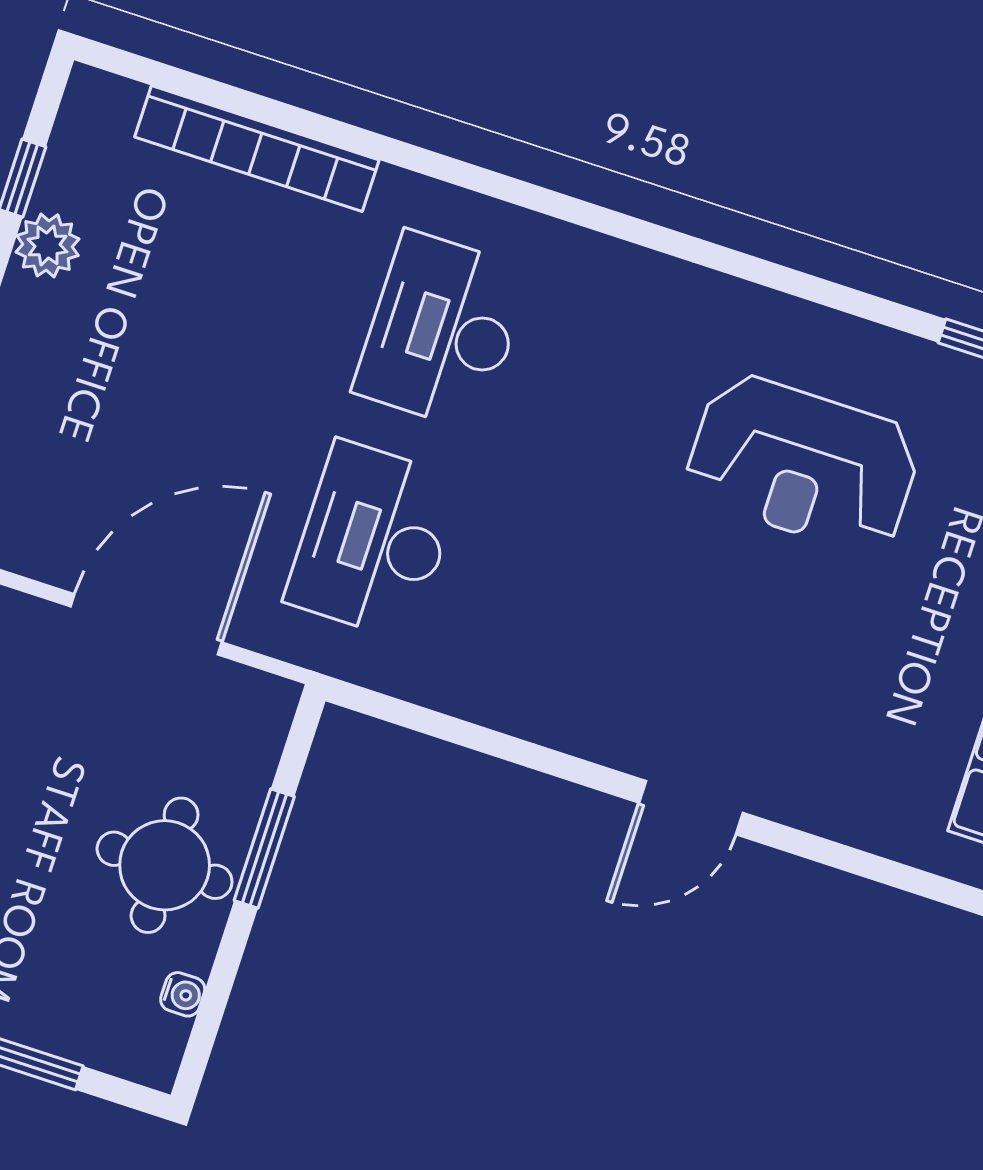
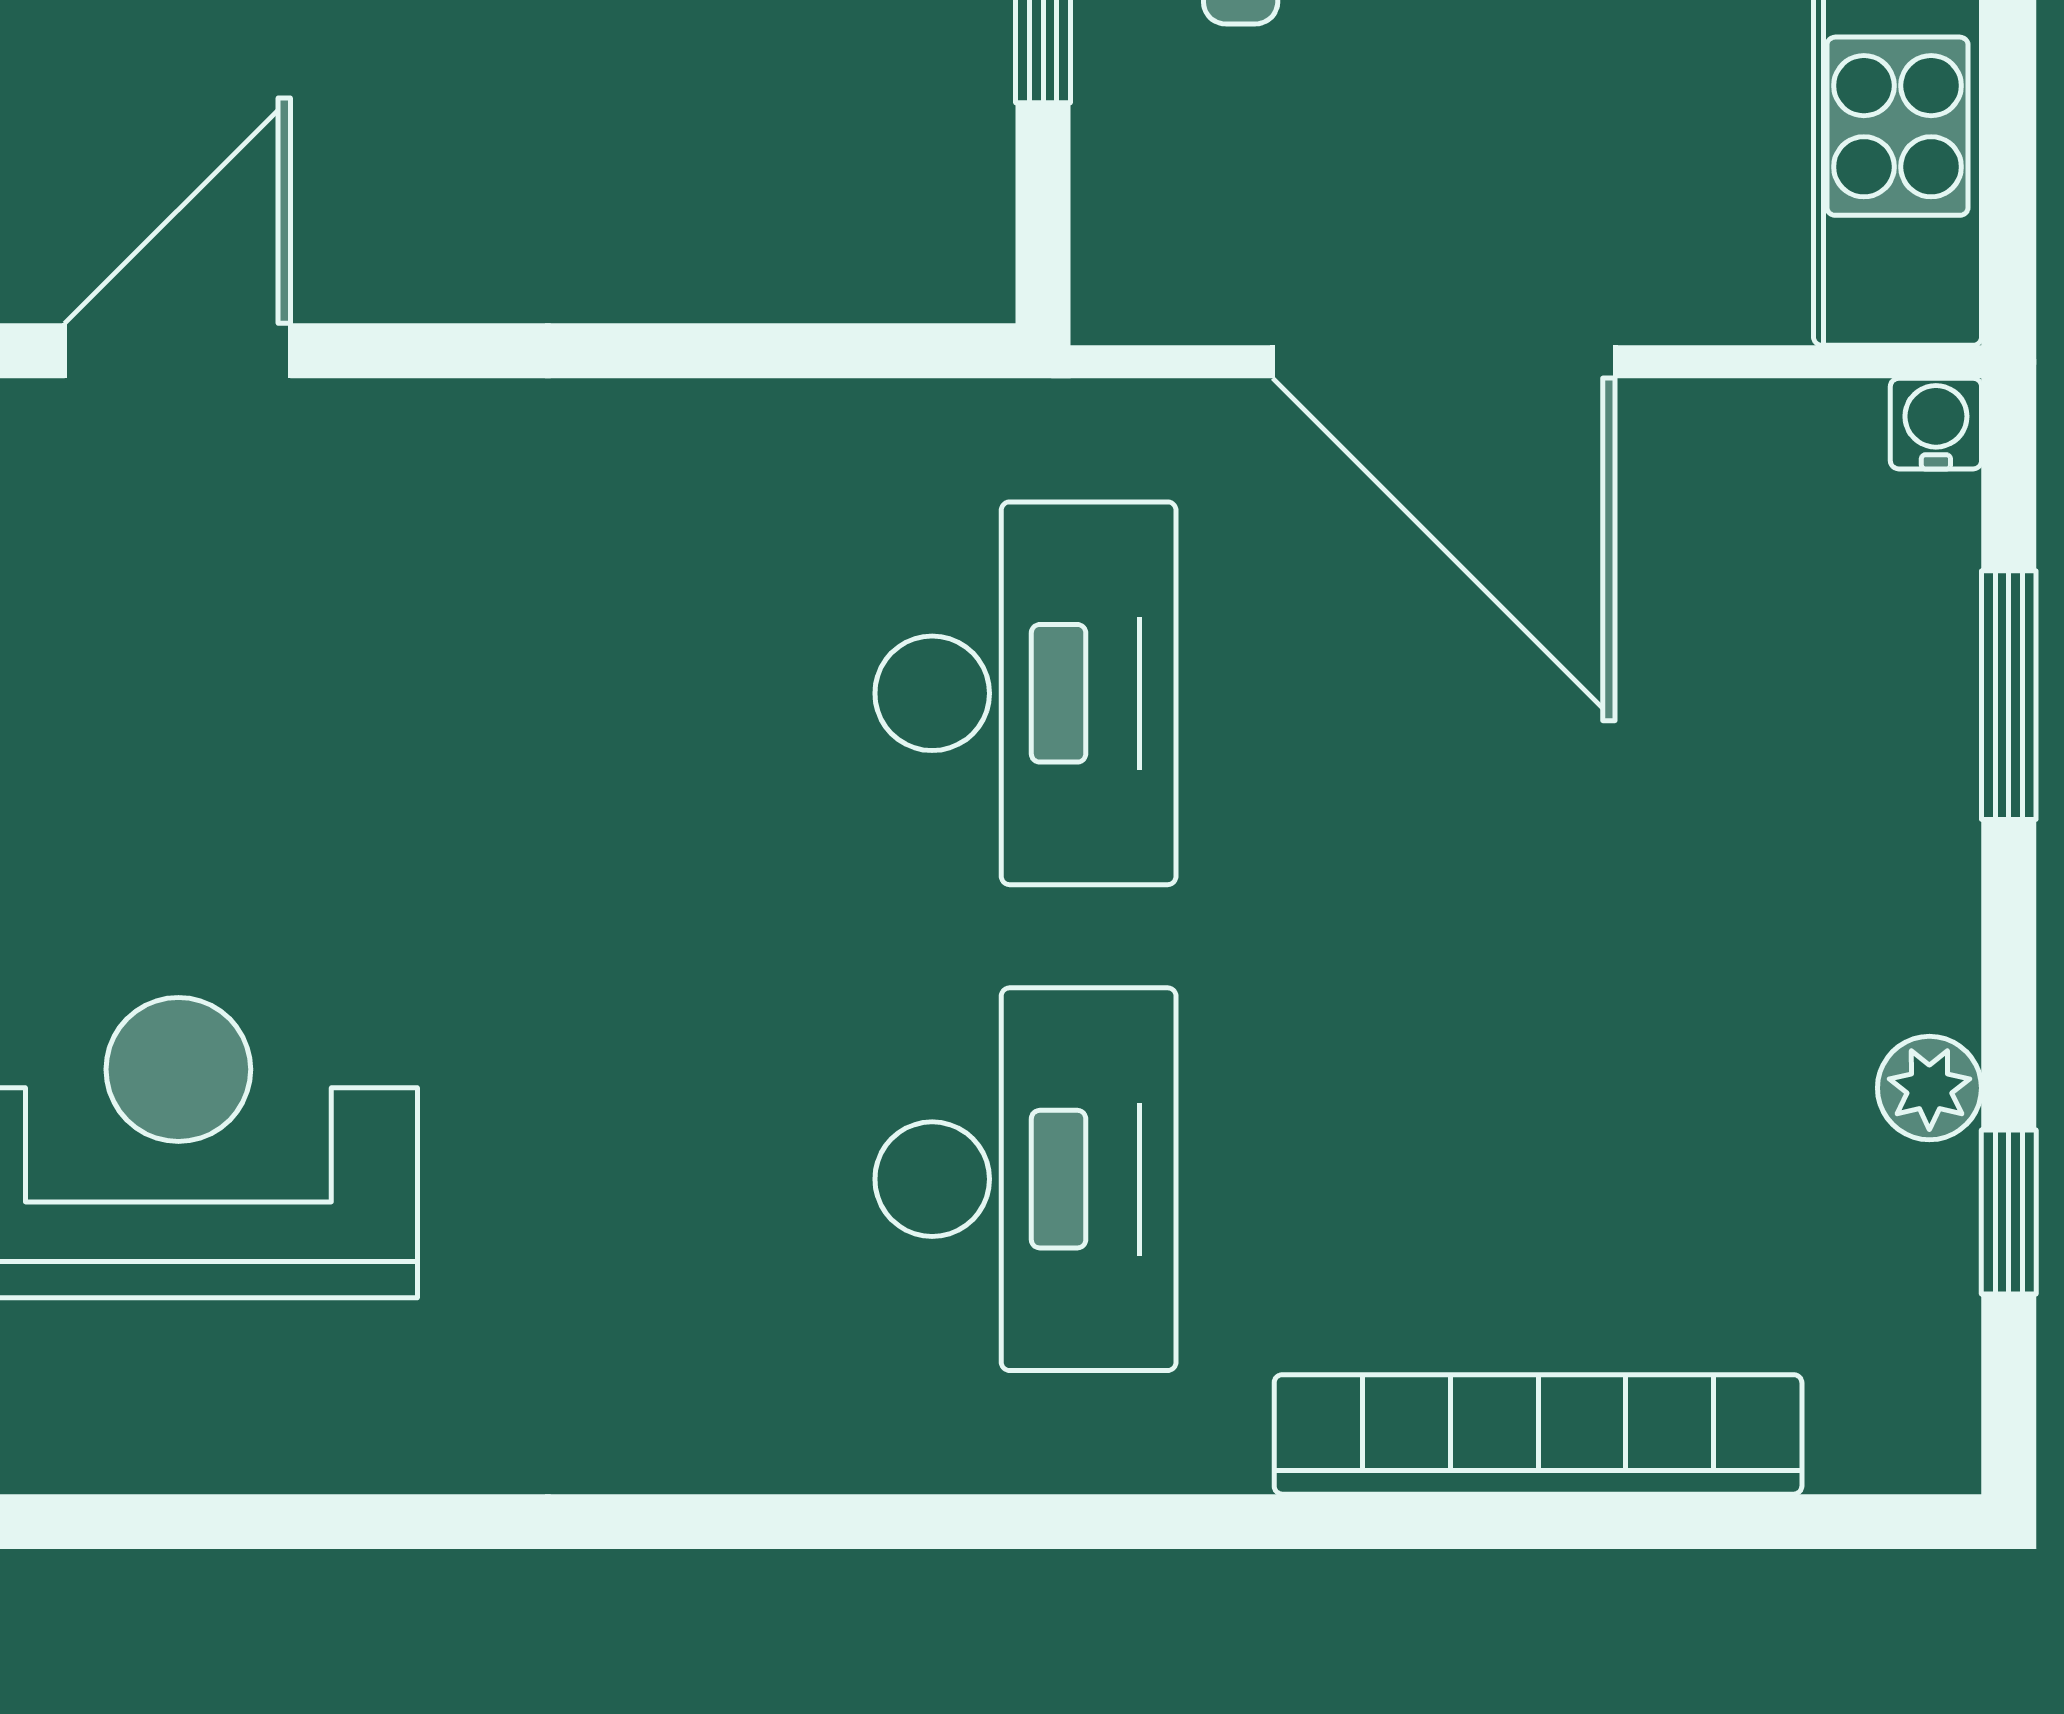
plant: (48, 245) -> (1929, 1088), width x0.73, depth x0.73
door: (146, 624) -> (1444, 362), hinge flipped

